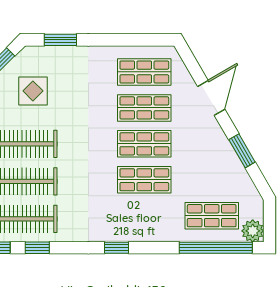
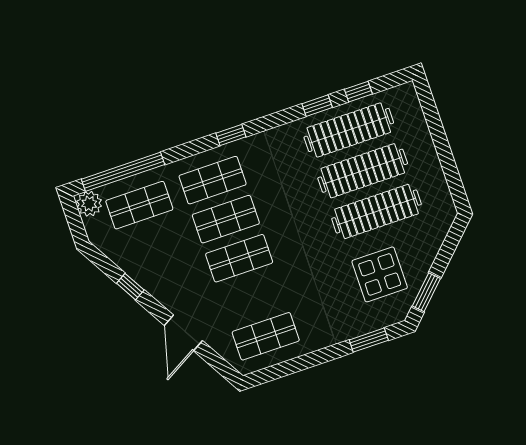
display table: (33, 91) -> (380, 274), width x1.36, depth x1.36
shop shelf: (144, 108) -> (213, 180), moved
window: (242, 151) -> (130, 287), width x0.67

